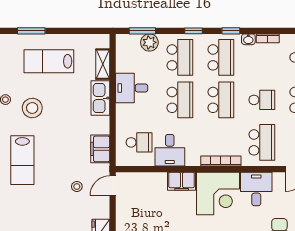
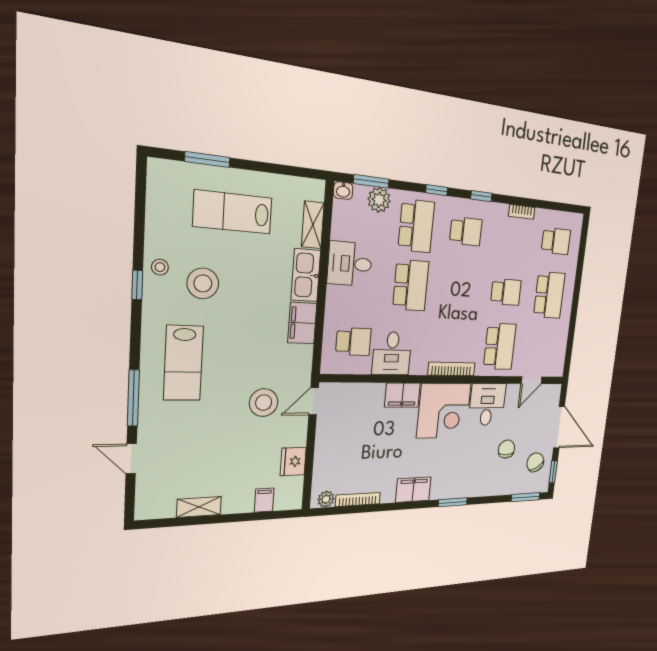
washbasin: (248, 39) -> (343, 191), moved
school desk: (221, 57) -> (466, 231), width x0.54
school desk: (221, 100) -> (460, 289), removed
filing cabinet: (100, 149) -> (302, 323), moved
stool: (77, 187) -> (264, 403), width x1.89, depth x1.89

